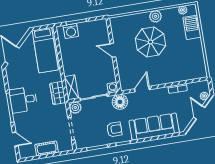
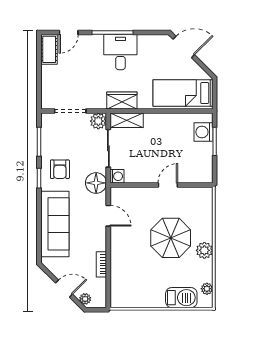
cot: (47, 148) -> (49, 49), moved

